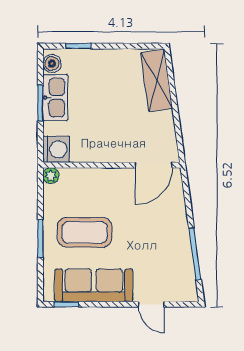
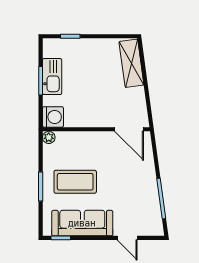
boiler: (52, 64) -> (50, 50), removed
door: (154, 165) -> (129, 129), hinge flipped

